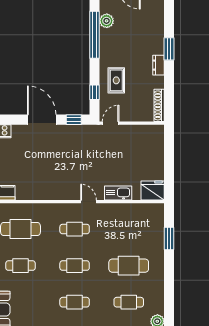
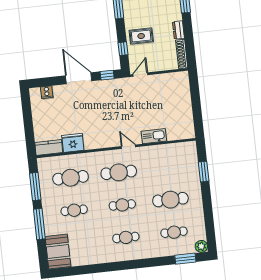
dresser: (158, 65) -> (178, 30), moved
rug: (116, 80) -> (141, 36), turned 90
fridge: (153, 191) -> (73, 143), moved
cafe table: (75, 229) -> (119, 172), width x1.37, depth x1.35

